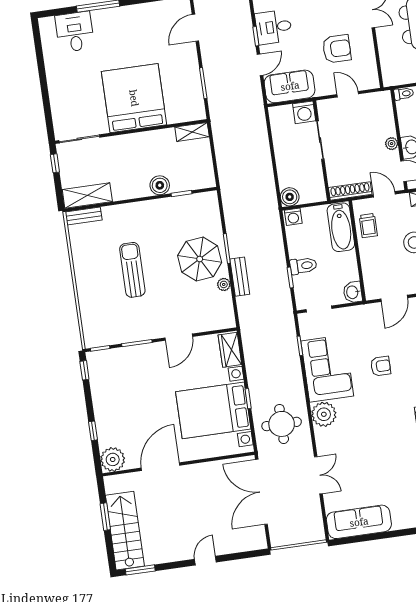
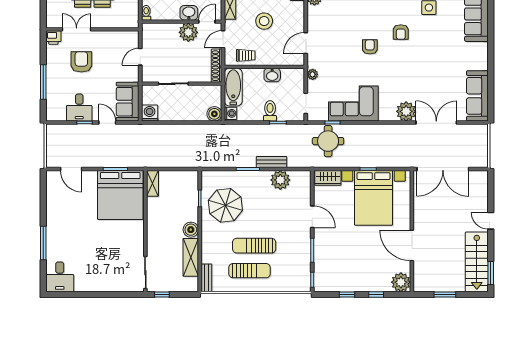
desk: (75, 32) -> (60, 277), moved, turned -90
armchair: (337, 49) -> (81, 62), moved
bed: (134, 98) -> (120, 195), moved, turned -90
washing machine: (304, 112) -> (150, 113), moved, turned -90
plant: (392, 144) -> (188, 32), width x1.88, depth x1.88
boiler: (160, 185) -> (191, 230), moved
shelving: (87, 196) -> (191, 257), moved
bathtub: (341, 227) -> (233, 87), moved, turned -90
parasol: (200, 259) -> (225, 205), moved
sun lounger: (100, 269) -> (250, 271), added
plant: (224, 284) -> (280, 180), width x1.88, depth x1.88
washbasin: (353, 292) -> (272, 75), moved
door: (394, 298) -> (306, 43), swing flipped
plant: (356, 312) -> (313, 74), added
armchair: (381, 366) -> (370, 47), moved
window: (84, 370) -> (347, 294), moved
plant: (324, 414) -> (406, 111), moved
round table: (282, 424) -> (328, 141), moved
double door: (318, 475) -> (436, 122), width x1.37
stairs: (125, 531) -> (477, 262), moved, turned -90

